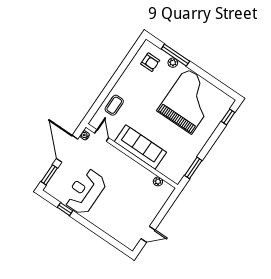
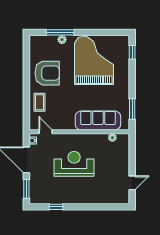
armchair: (150, 62) -> (47, 73), moved, width x1.88, depth x1.88
sofa: (140, 147) -> (98, 120), moved
reception desk: (85, 192) -> (74, 164), moved, turned 90

